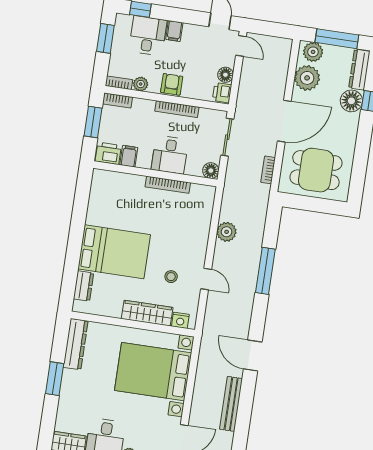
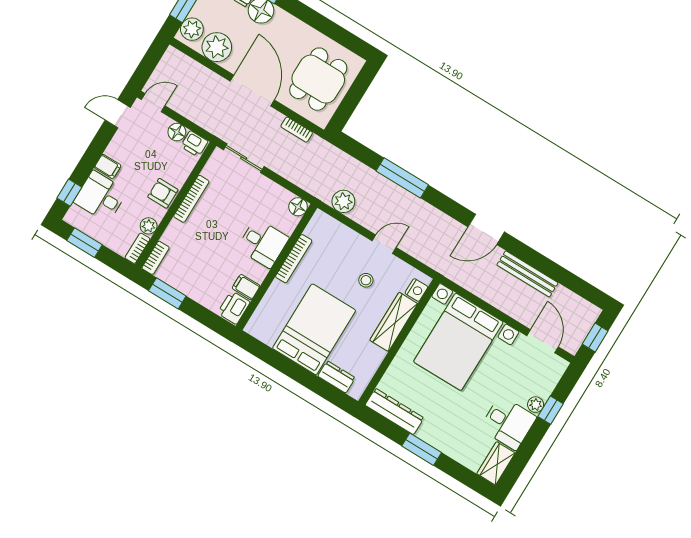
printer: (108, 153) -> (234, 308), moved
desk: (170, 155) -> (263, 243), moved
filing cabinet: (129, 156) -> (246, 287), moved
floor lamp: (211, 171) -> (298, 207), moved
wall: (155, 174) -> (276, 267), moved
bookcase: (168, 185) -> (294, 259), moved

